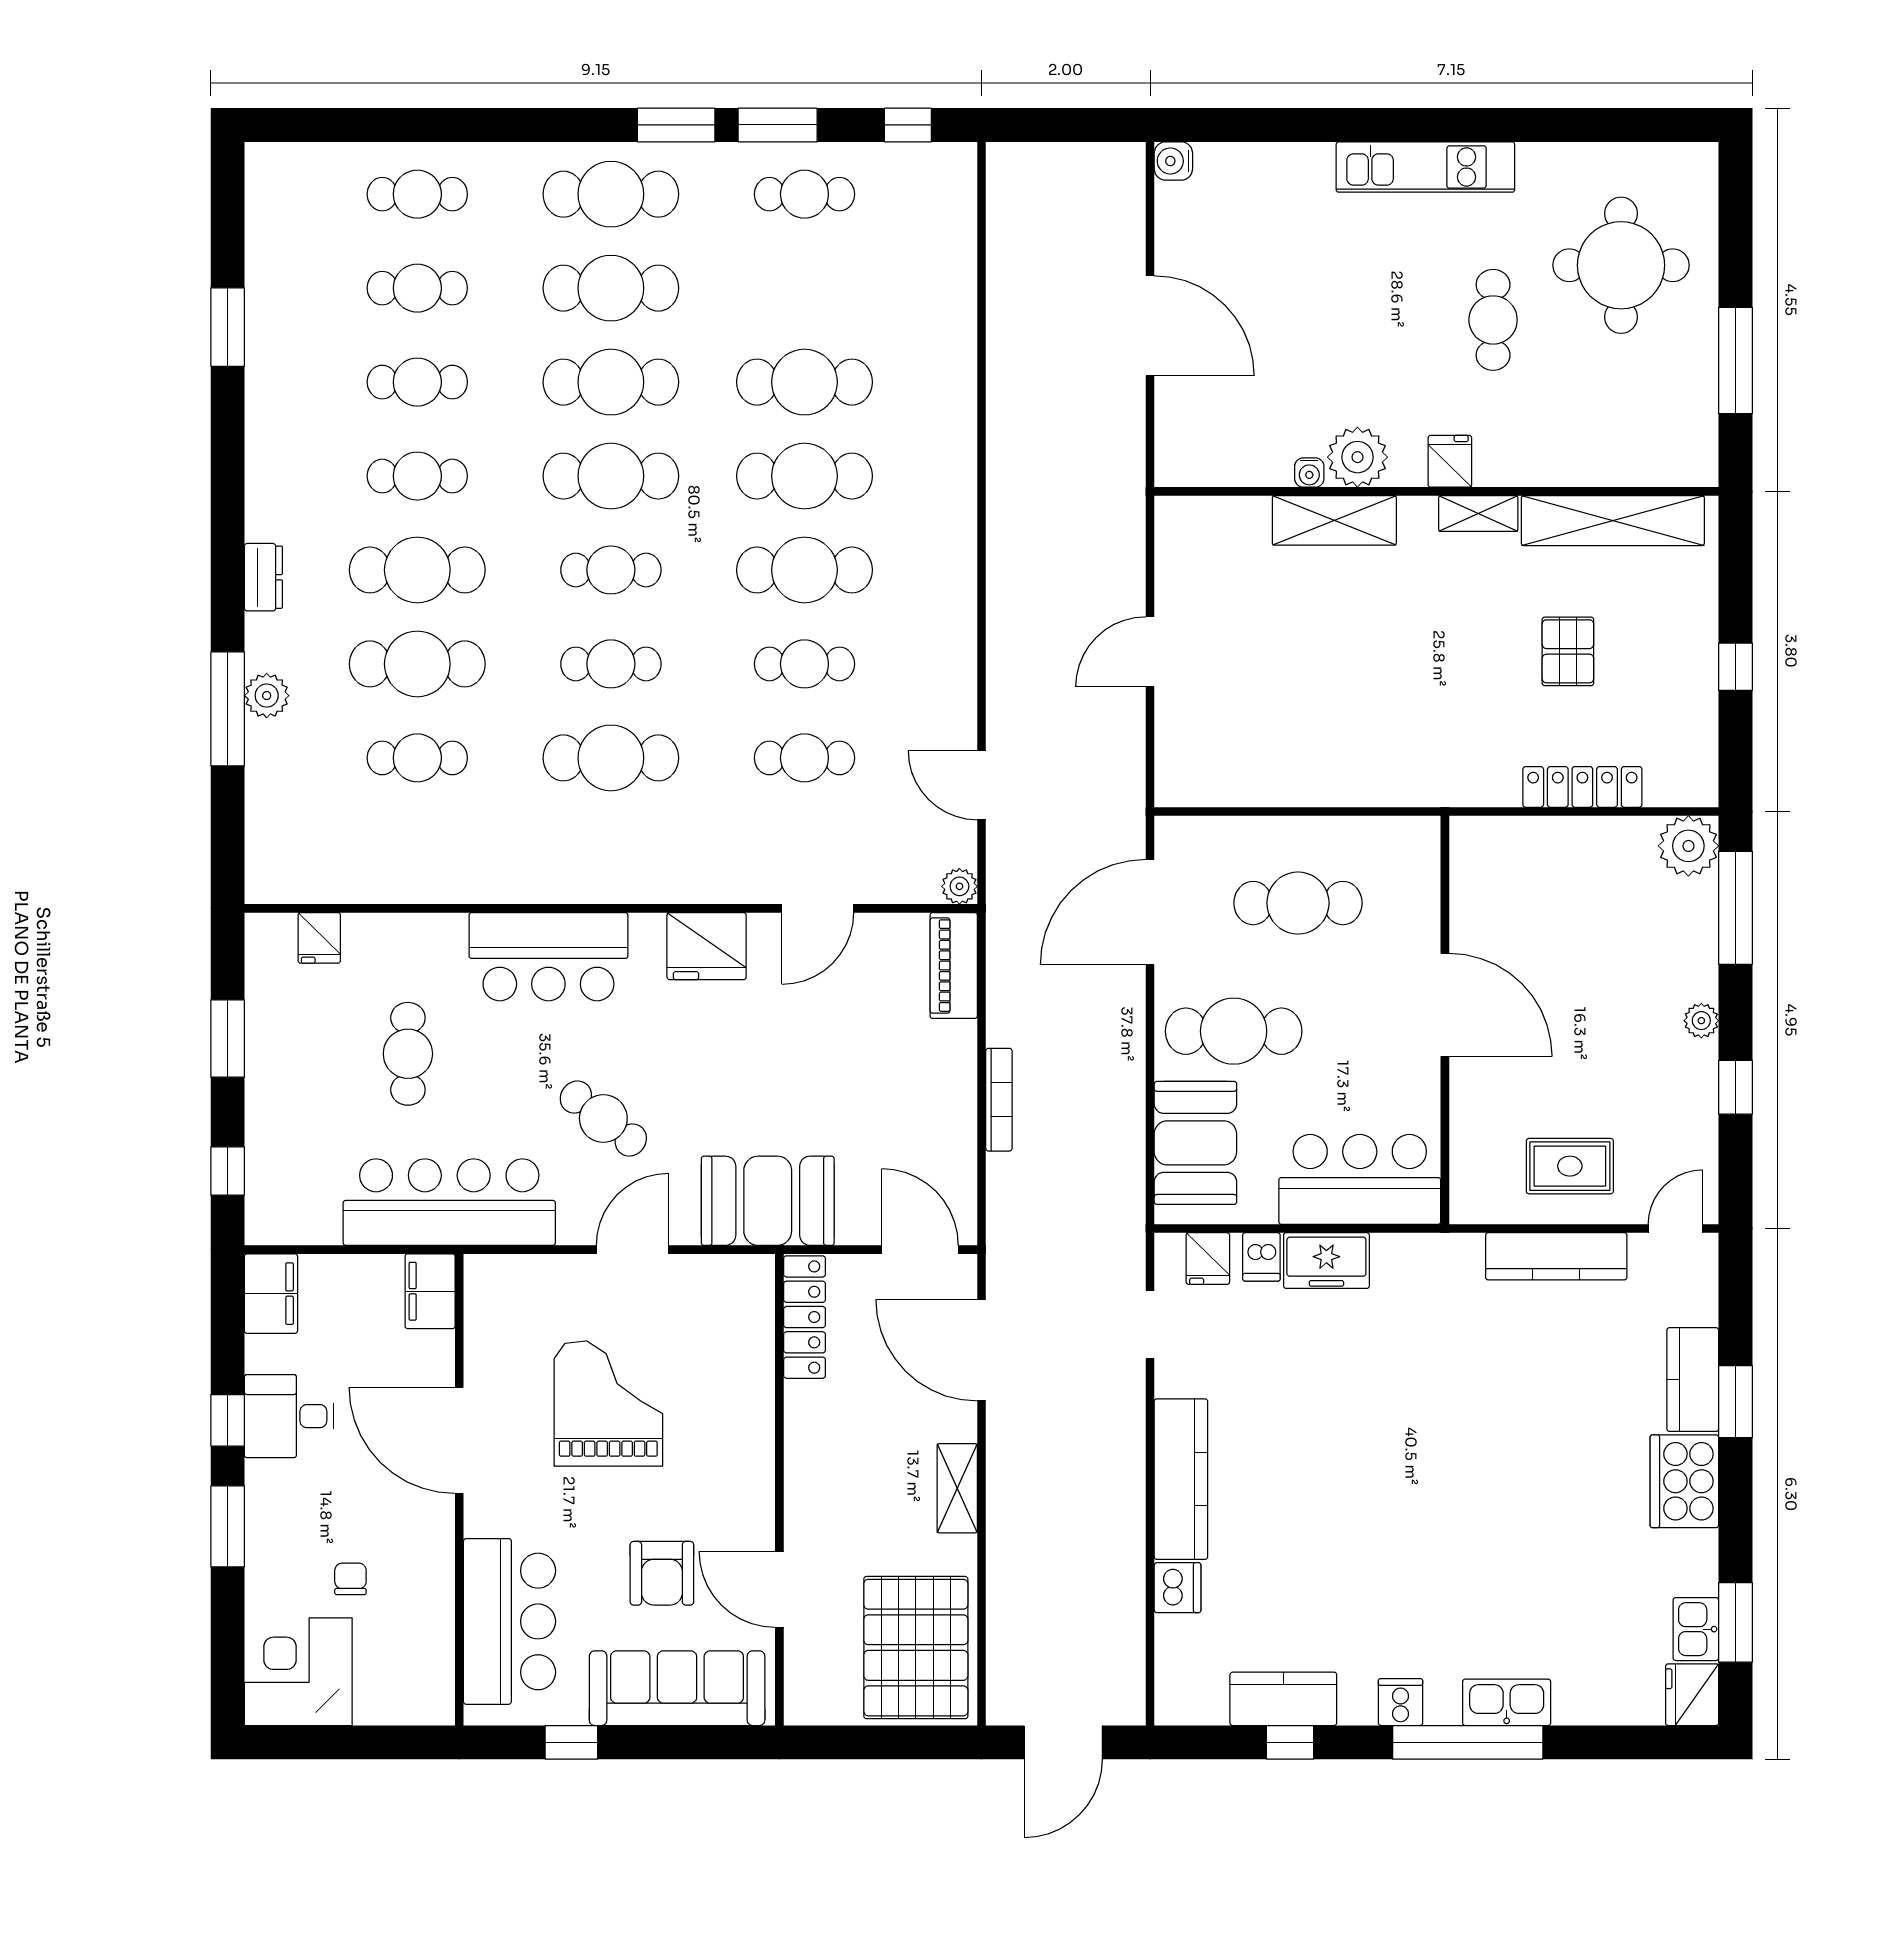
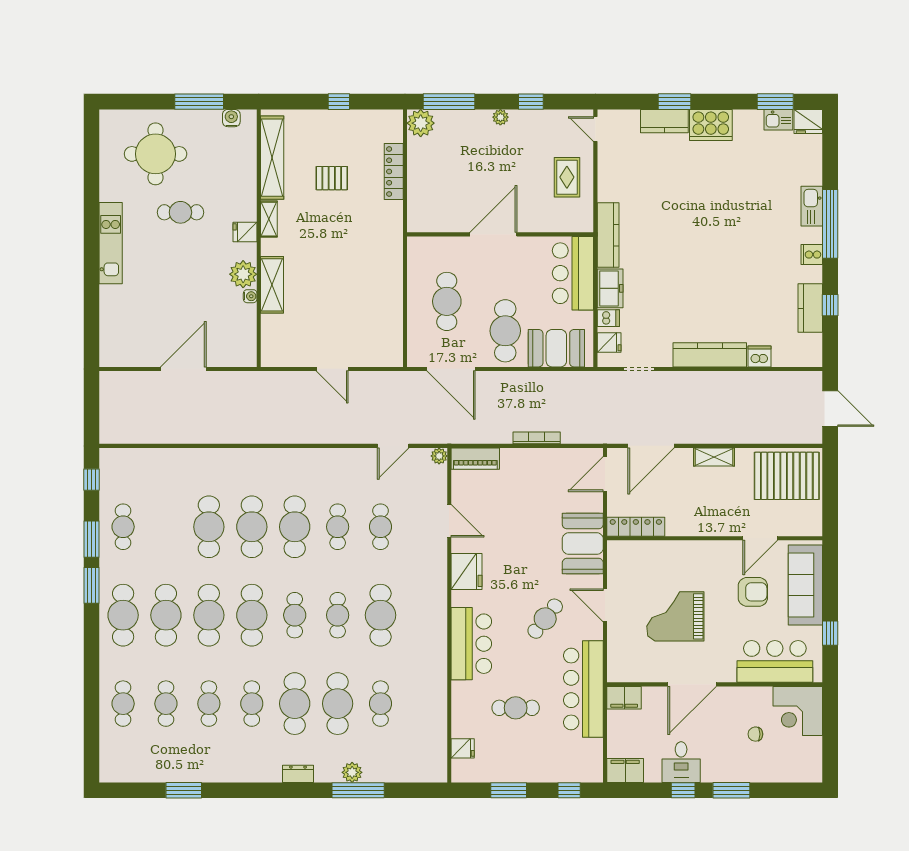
water cooler: (1173, 161) -> (231, 118), moved, turned 180
kitchen counter: (1556, 1256) -> (608, 235), moved
corner desk: (298, 1672) -> (798, 711), moved

